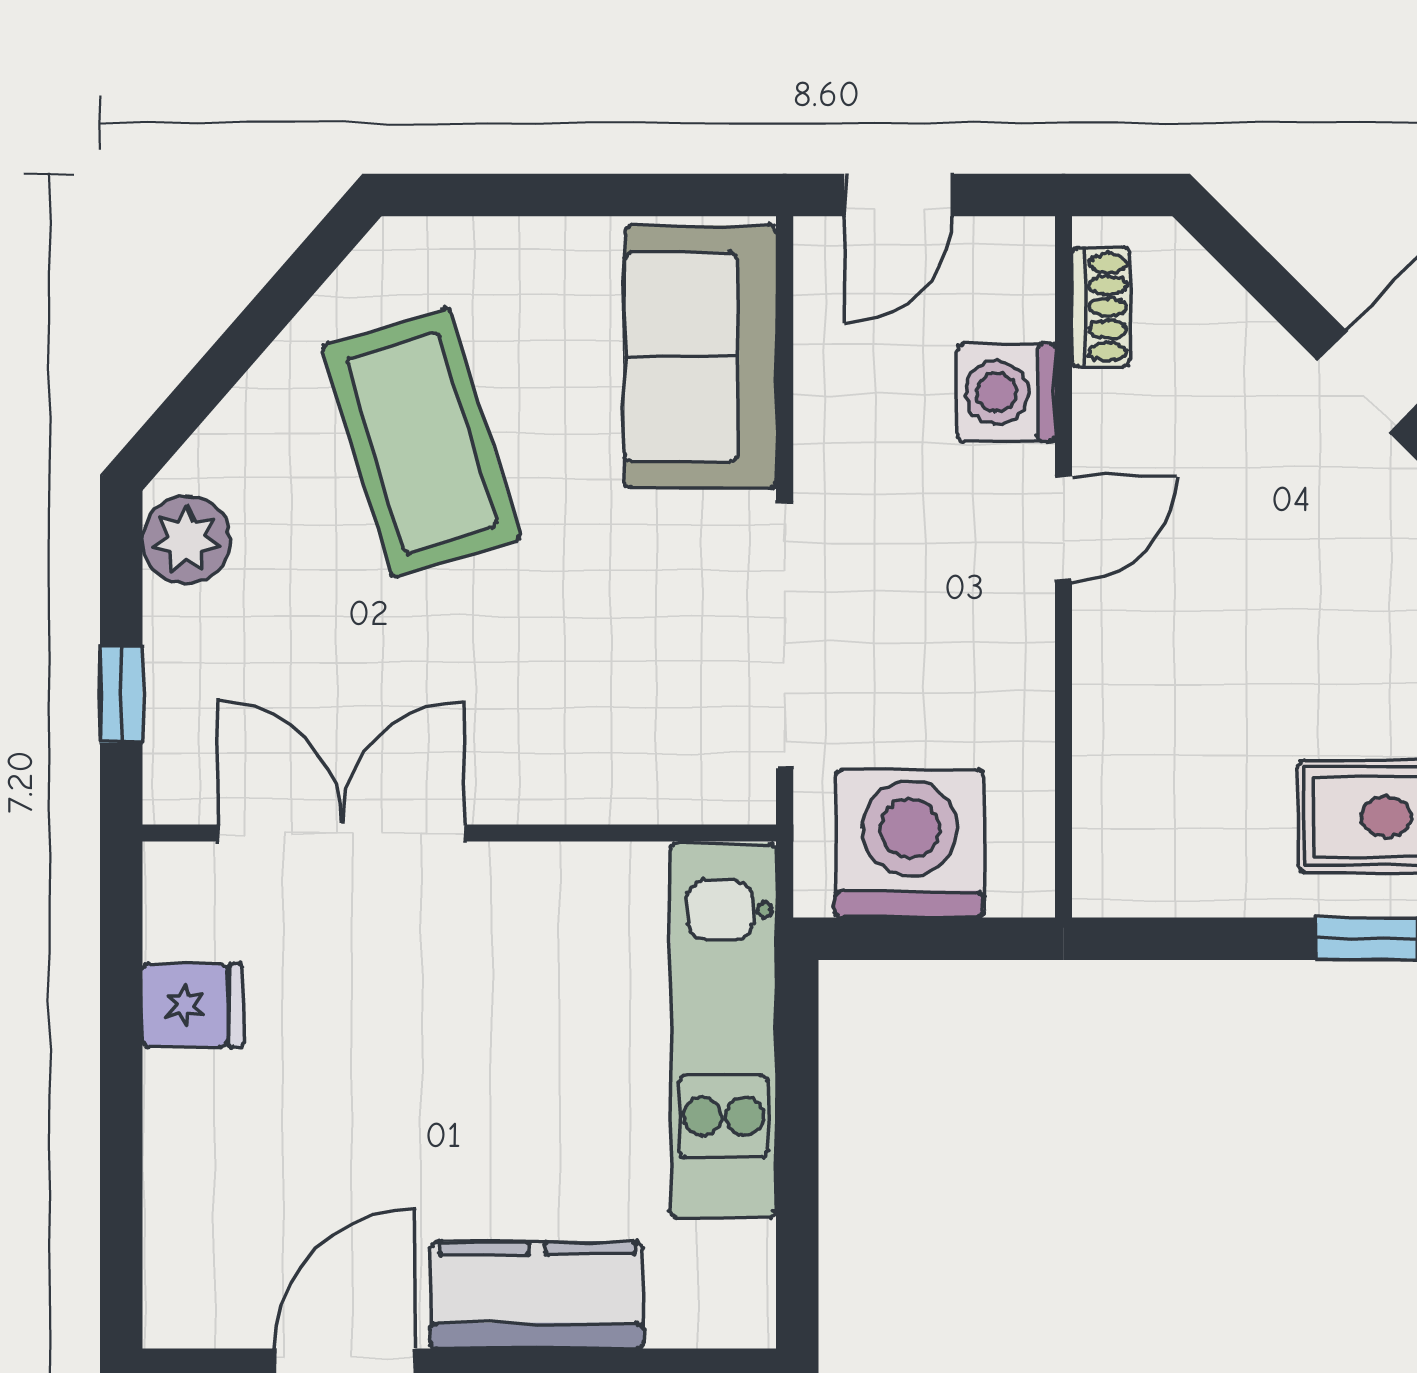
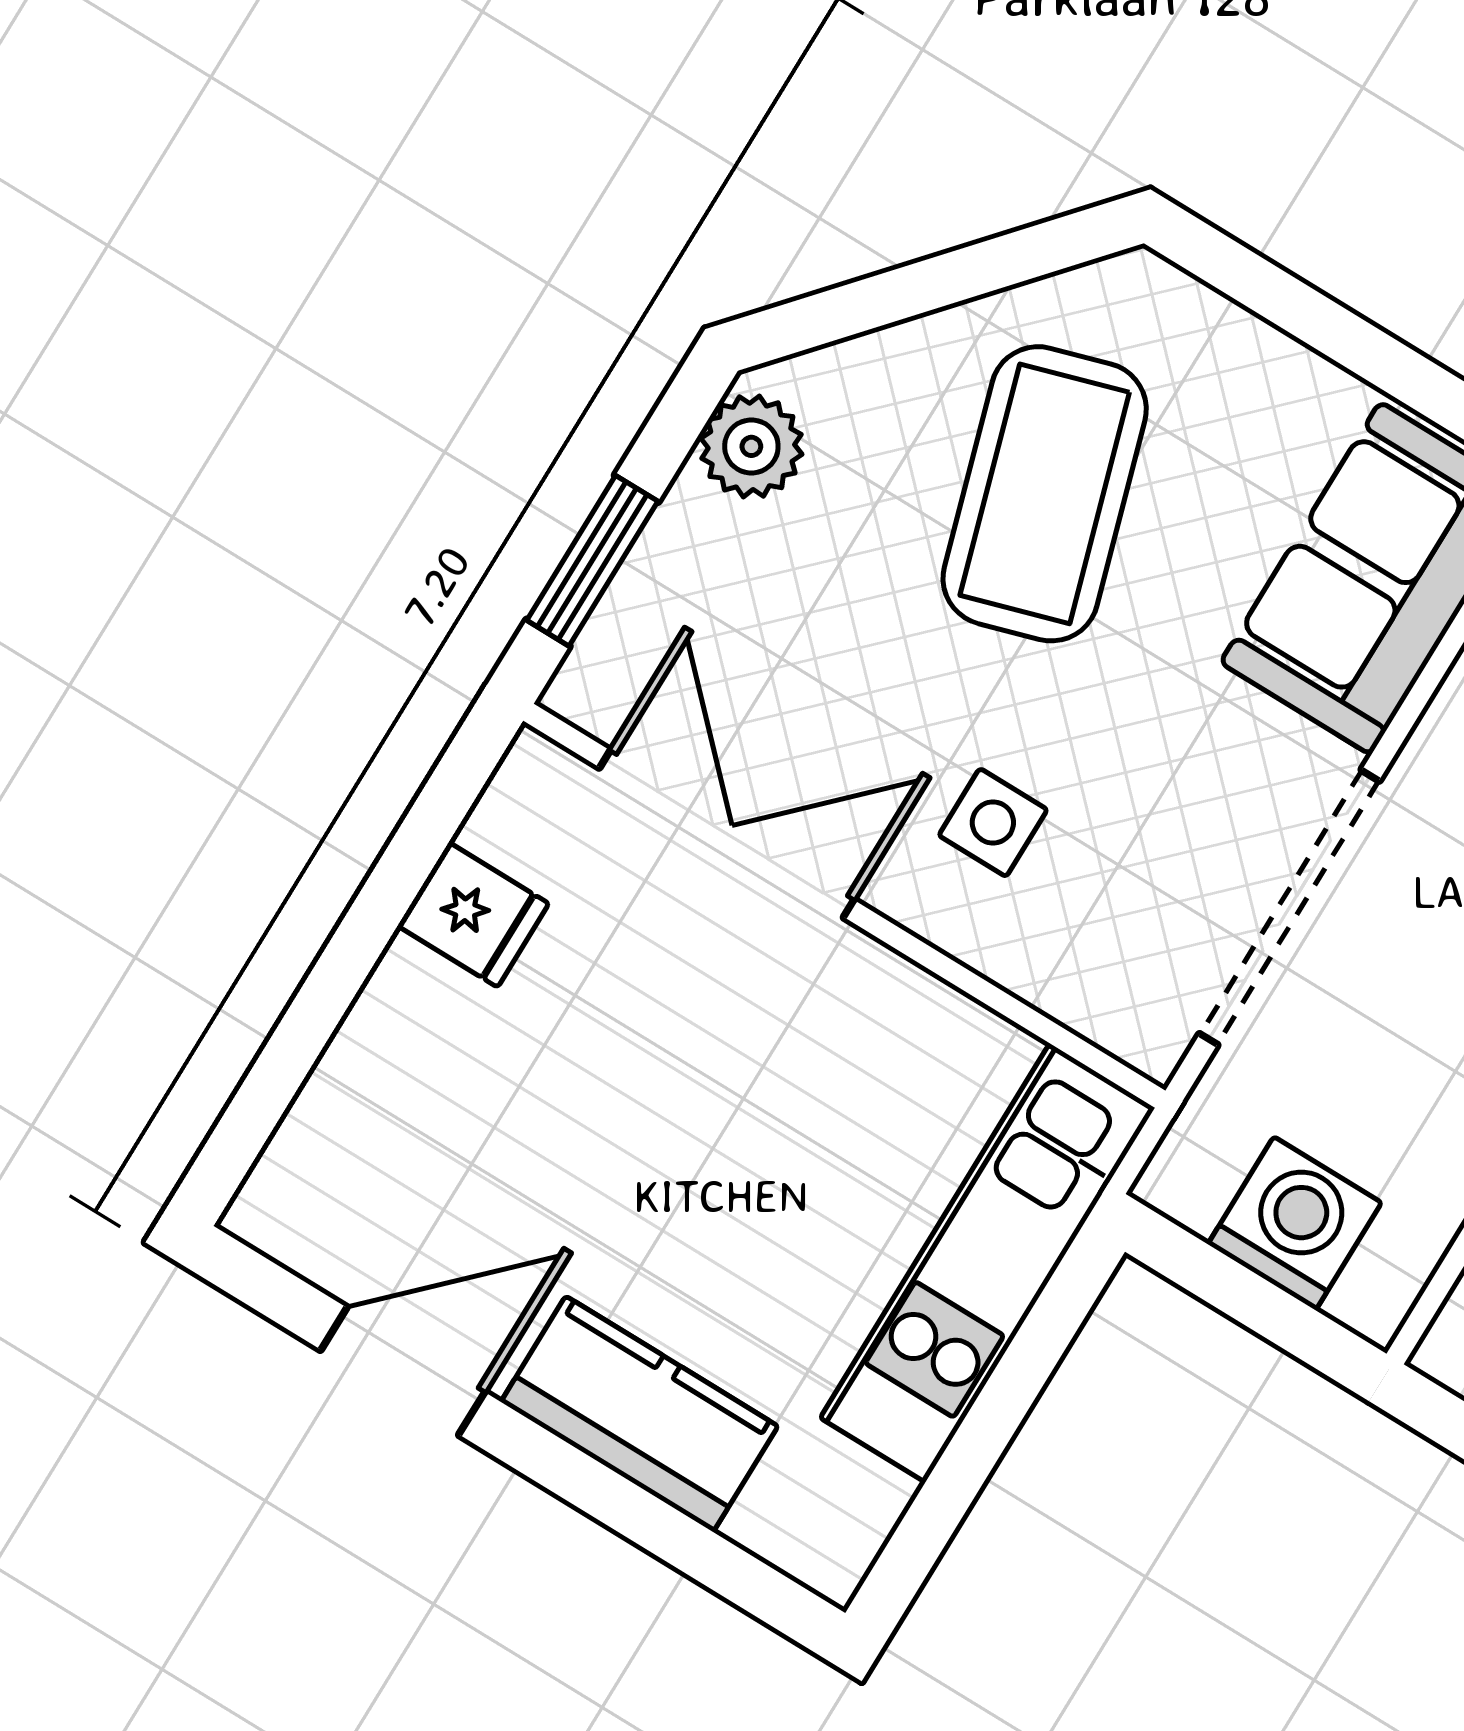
window: (121, 694) -> (592, 561), width x1.50
side table: (530, 706) -> (993, 823), added
washing machine: (910, 843) -> (1295, 1223), width x0.73, depth x0.73

